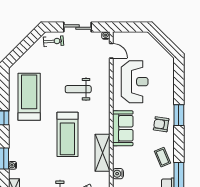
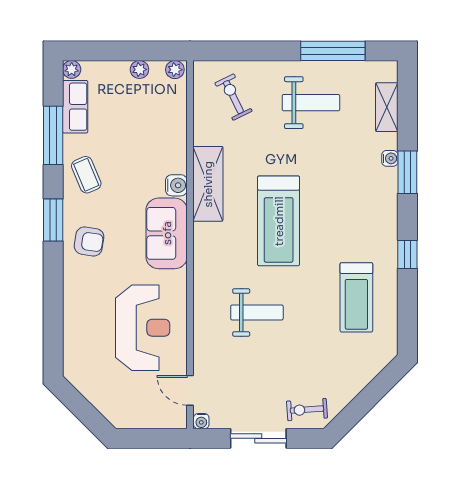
reception desk: (135, 82) -> (143, 328), turned 180
treadmill: (29, 97) -> (356, 297), width x0.73, depth x0.73
window: (179, 115) -> (53, 220), moved
treadmill: (67, 134) -> (279, 221), turned 180
water cooler: (118, 174) -> (176, 185), moved

